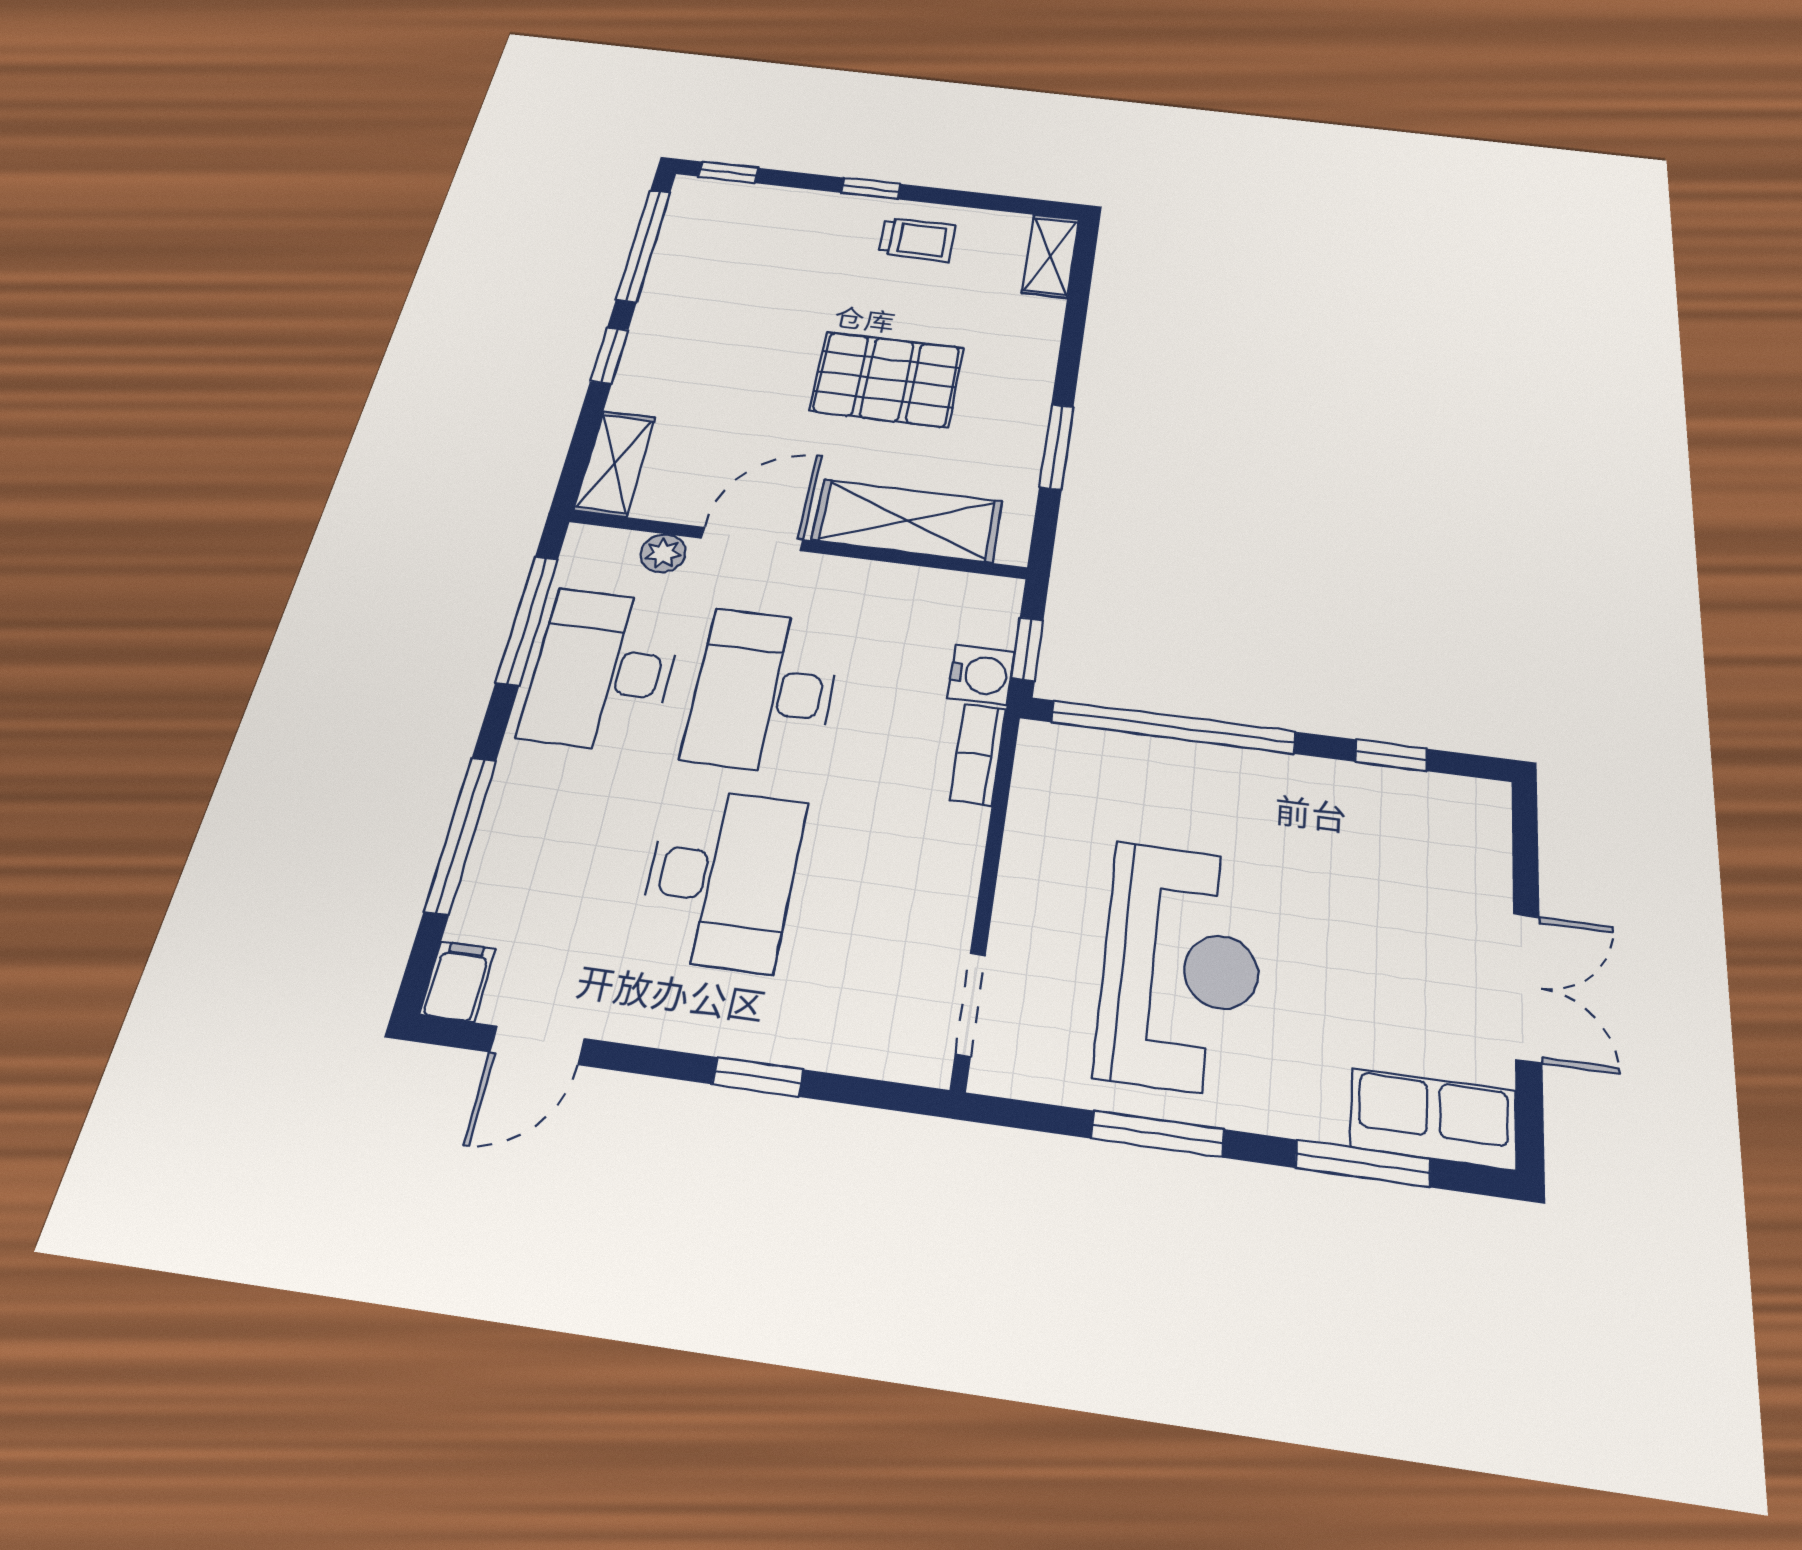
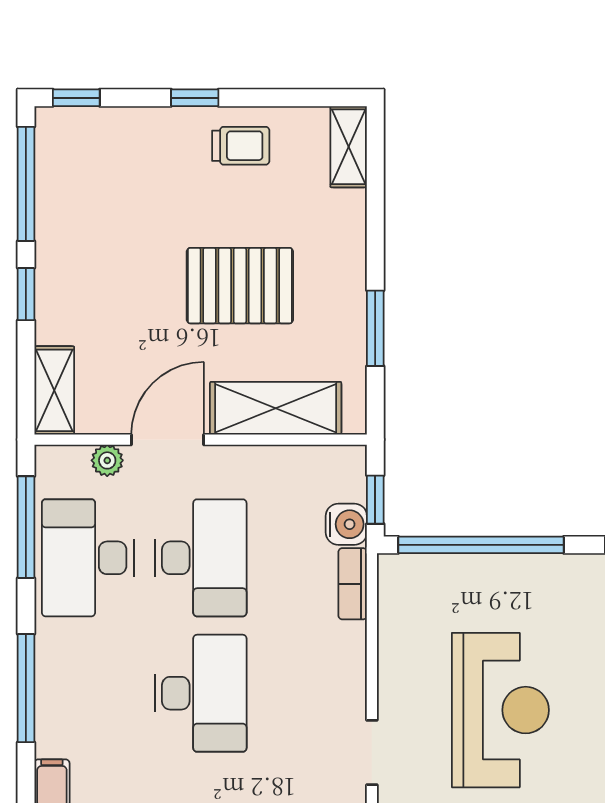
desk: (764, 691) -> (201, 558), turned 180

